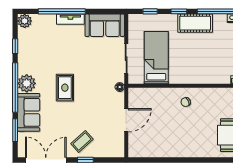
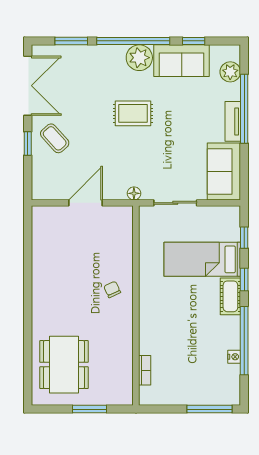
plant: (25, 21) -> (230, 72), moved
cot: (195, 23) -> (230, 296), width x0.73, depth x0.75
bed: (156, 58) -> (202, 259), moved, turned 180
sofa: (29, 112) -> (182, 61), moved
door: (126, 120) -> (86, 203), swing flipped

